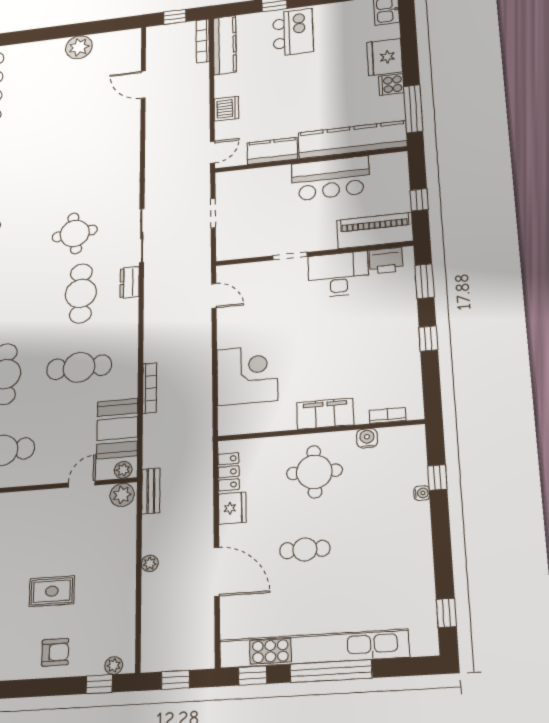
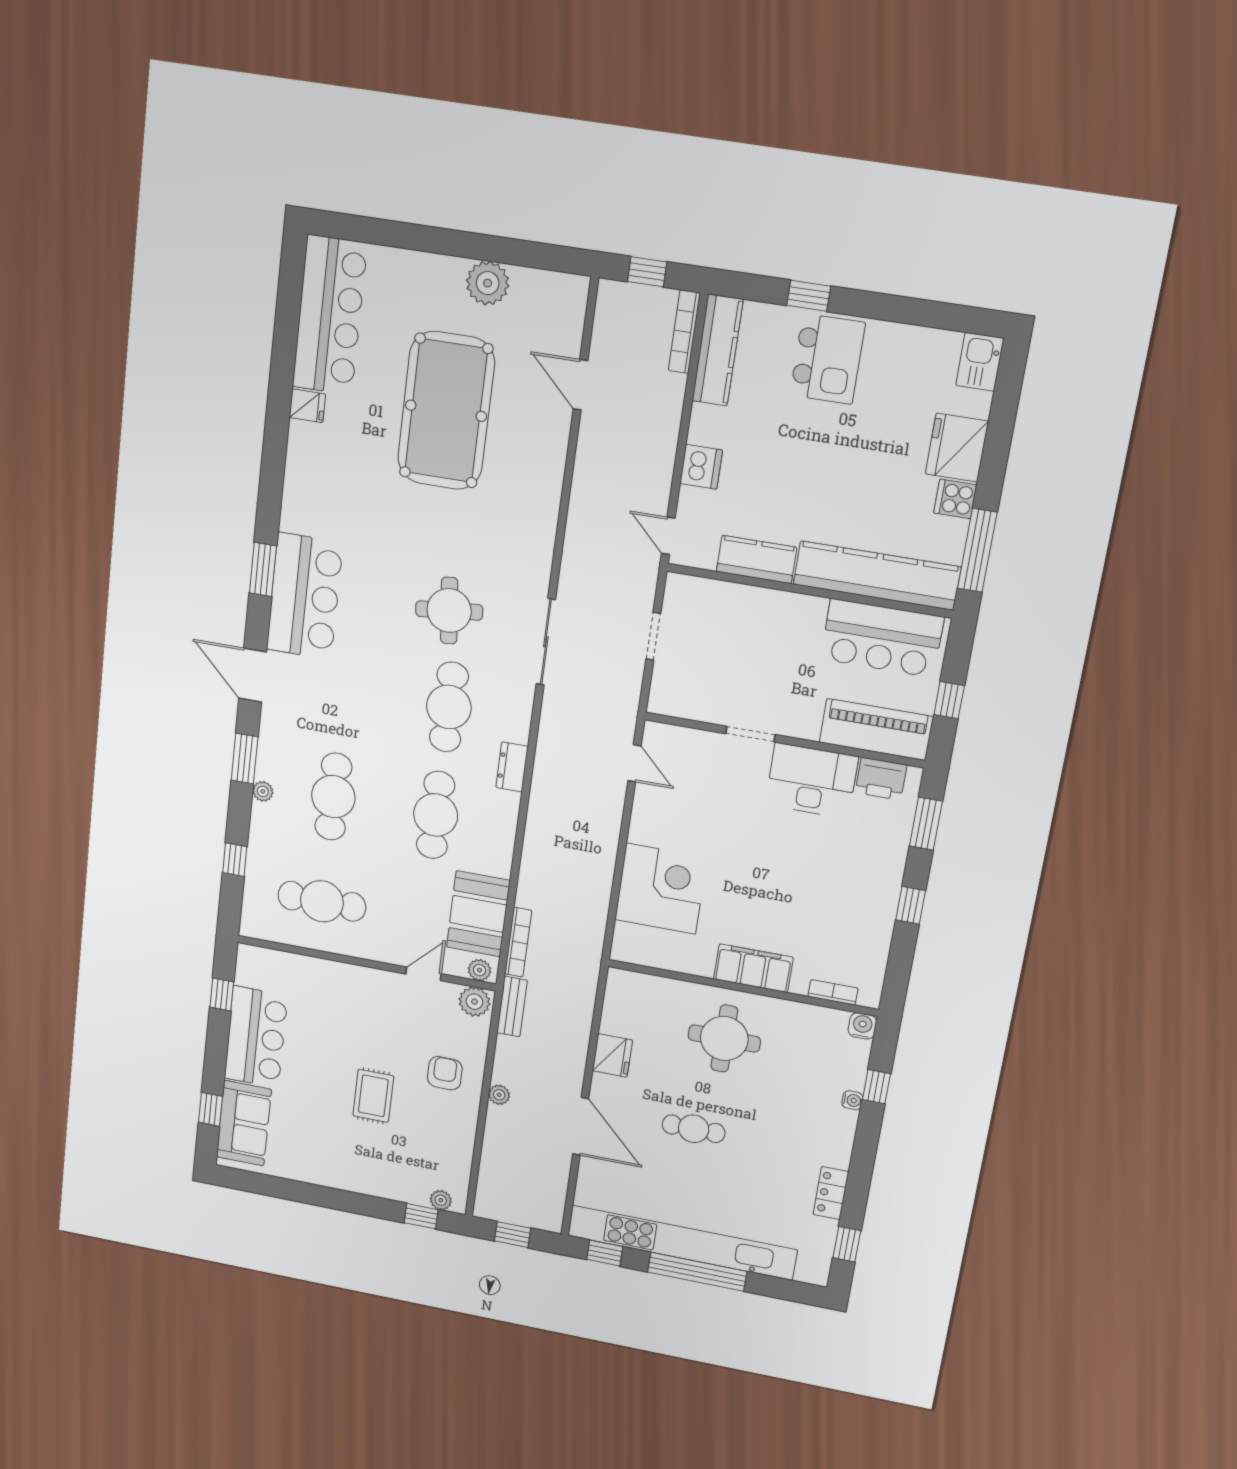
pool table: (61, 120) -> (446, 411), added
door: (212, 152) -> (668, 536), swing flipped
bar counter: (331, 178) -> (882, 638), moved
dresser: (130, 282) -> (512, 767), moved
cafe table: (79, 367) -> (436, 815), turned 90
bookcase: (150, 388) -> (518, 942), moved
water cooler: (367, 438) -> (862, 1026), moved
locker: (229, 472) -> (831, 1193), moved, turned 180
rug: (52, 591) -> (373, 1096), turned 90
armchair: (55, 652) -> (445, 1073), moved, turned -90

